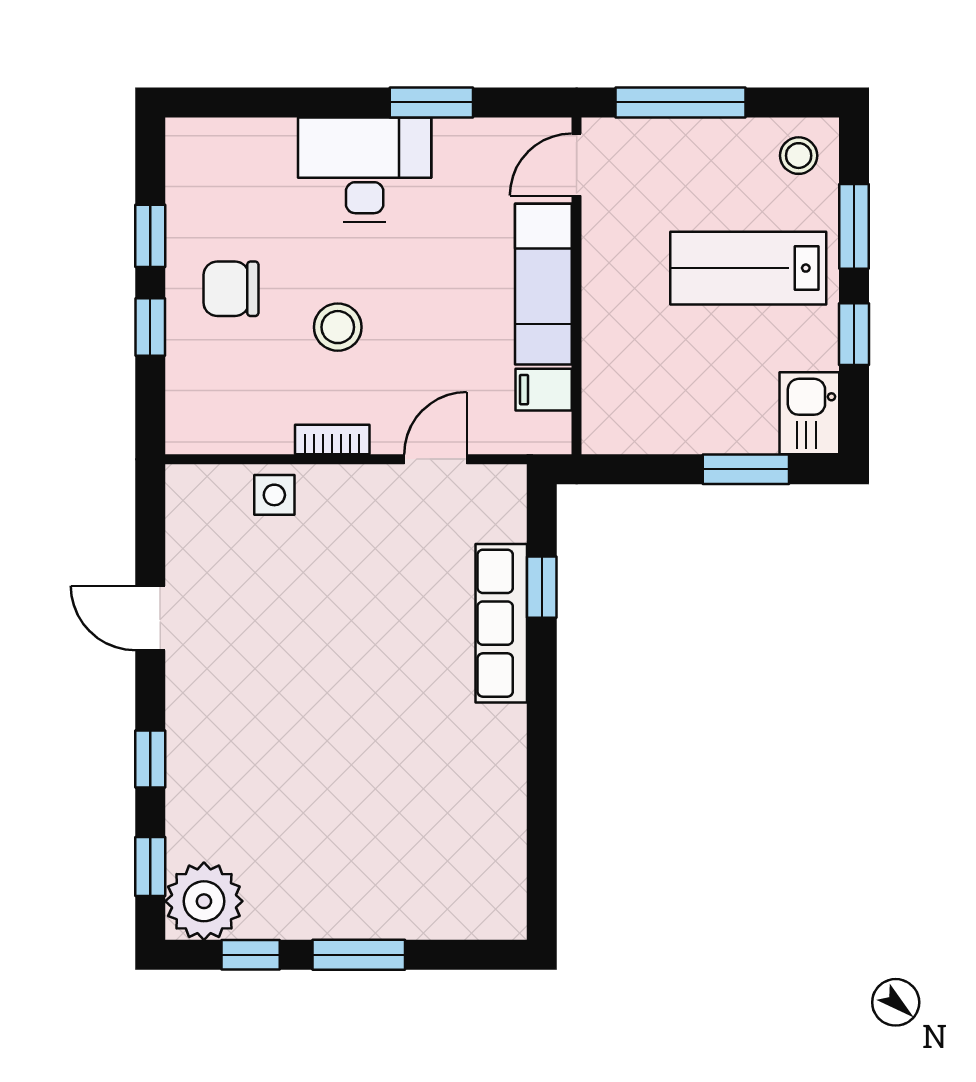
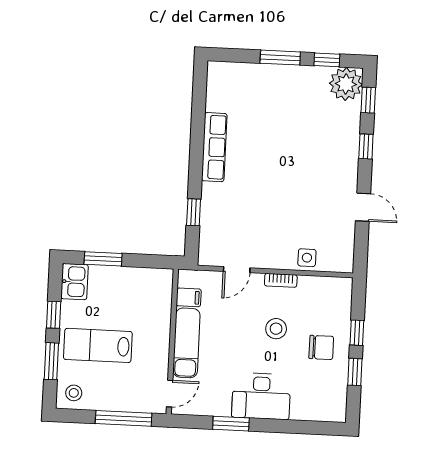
lab bench: (748, 268) -> (98, 345), turned 180
row of seats: (501, 623) -> (214, 147), moved

